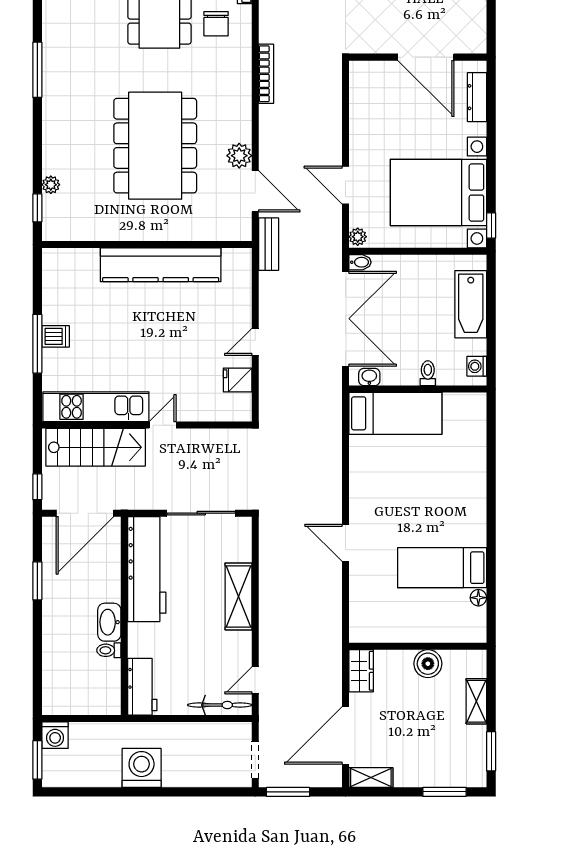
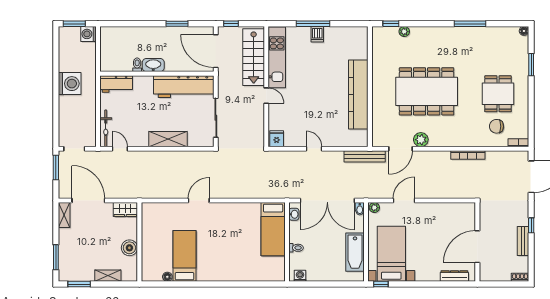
bed with nightstands: (438, 193) -> (391, 254), width x0.73
bench: (269, 244) -> (365, 156), width x1.36
bathtub: (471, 304) -> (355, 252), moved, turned -90
fridge: (238, 380) -> (277, 139), moved

